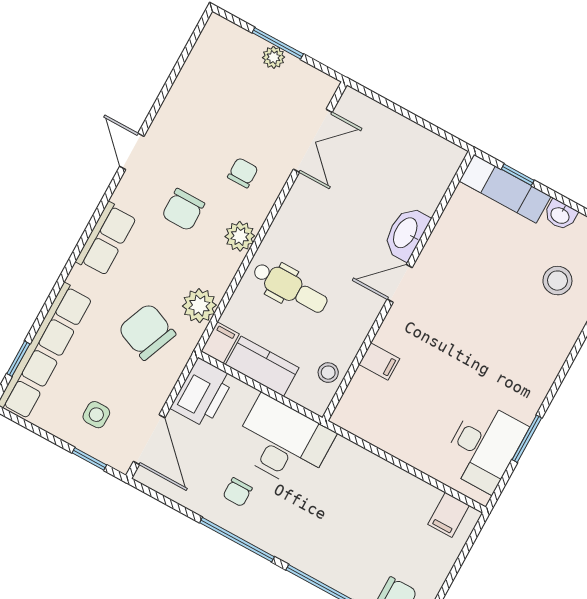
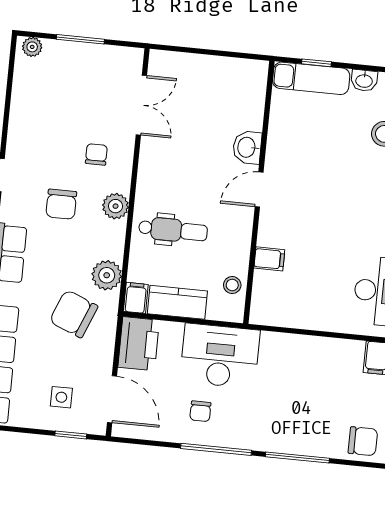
plant: (274, 57) -> (32, 47), moved
washbasin: (406, 233) -> (247, 147), width x0.72

